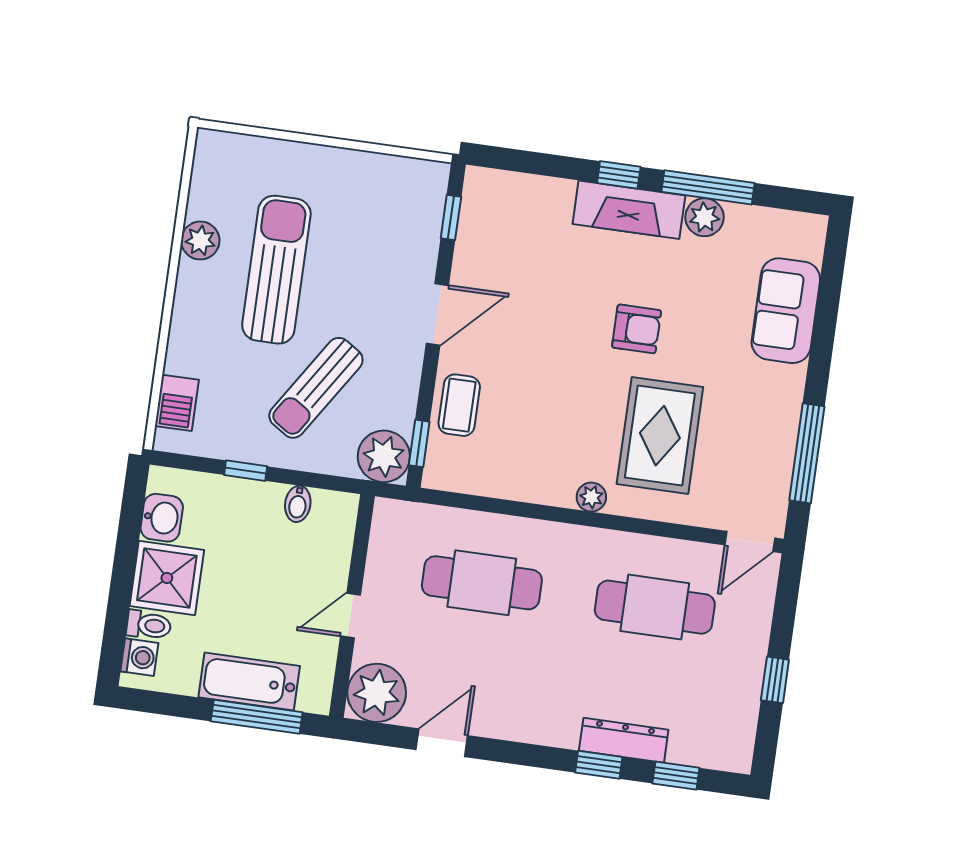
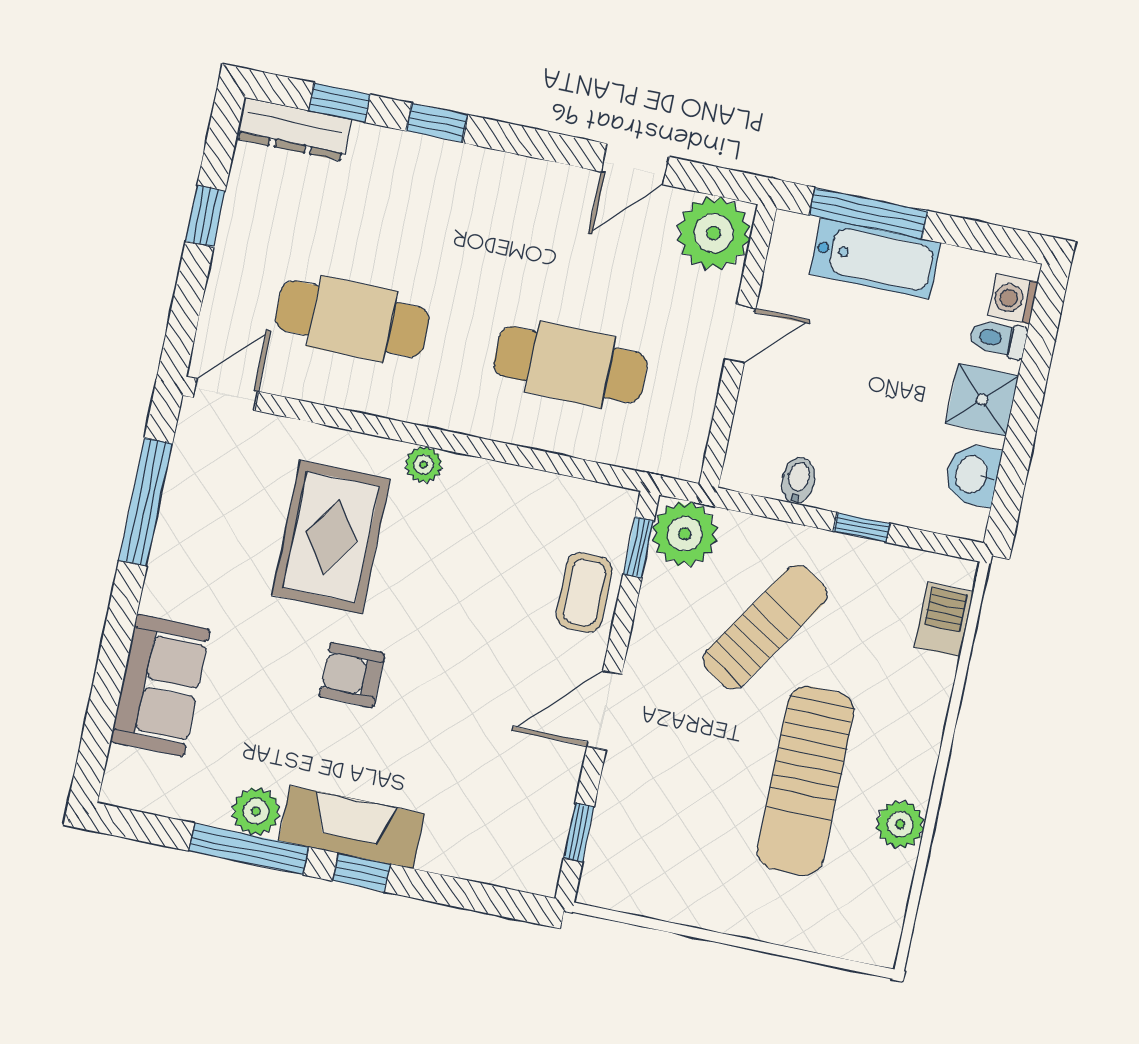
shower: (167, 578) -> (982, 400), width x0.73, depth x0.73
dresser: (624, 740) -> (294, 129), moved

